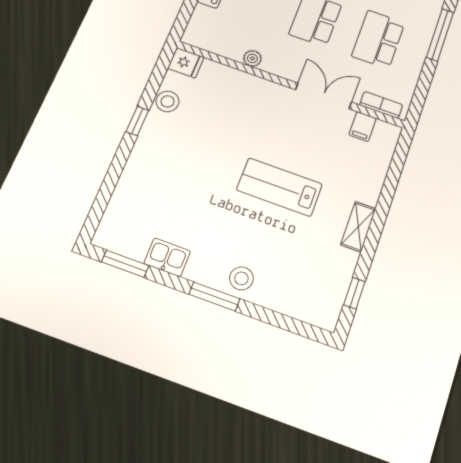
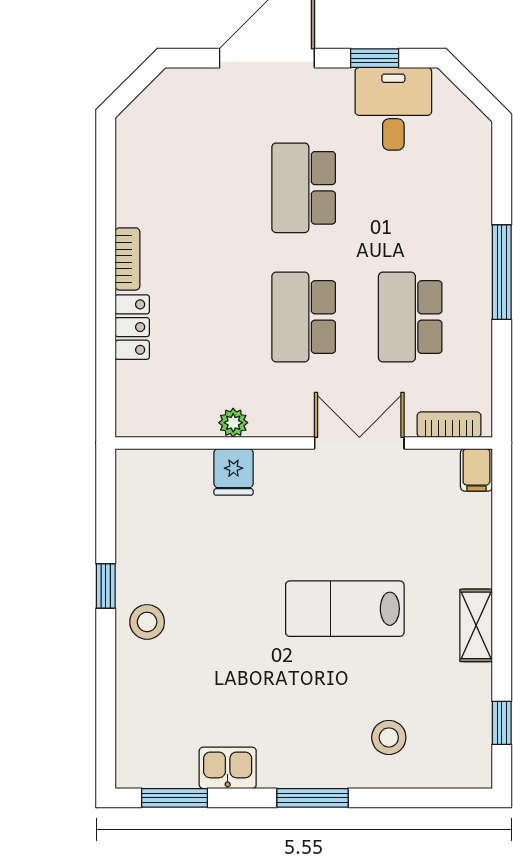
fridge: (186, 63) -> (234, 472), moved, turned 90
stool: (167, 101) -> (147, 622), moved
filing cabinet: (363, 127) -> (476, 470), moved
stool: (241, 278) -> (389, 737), moved

